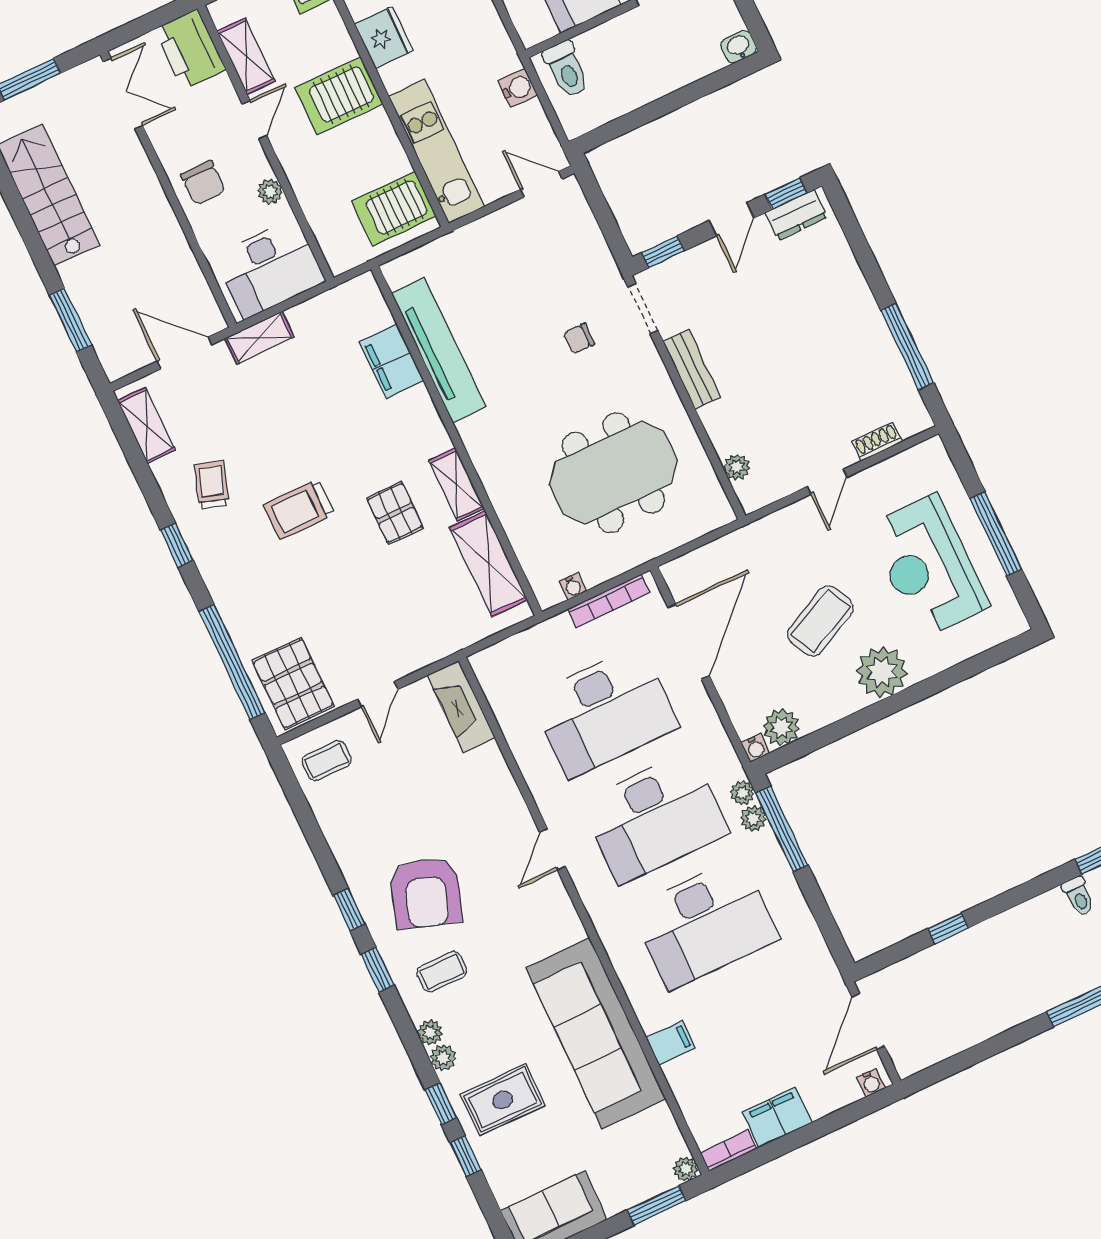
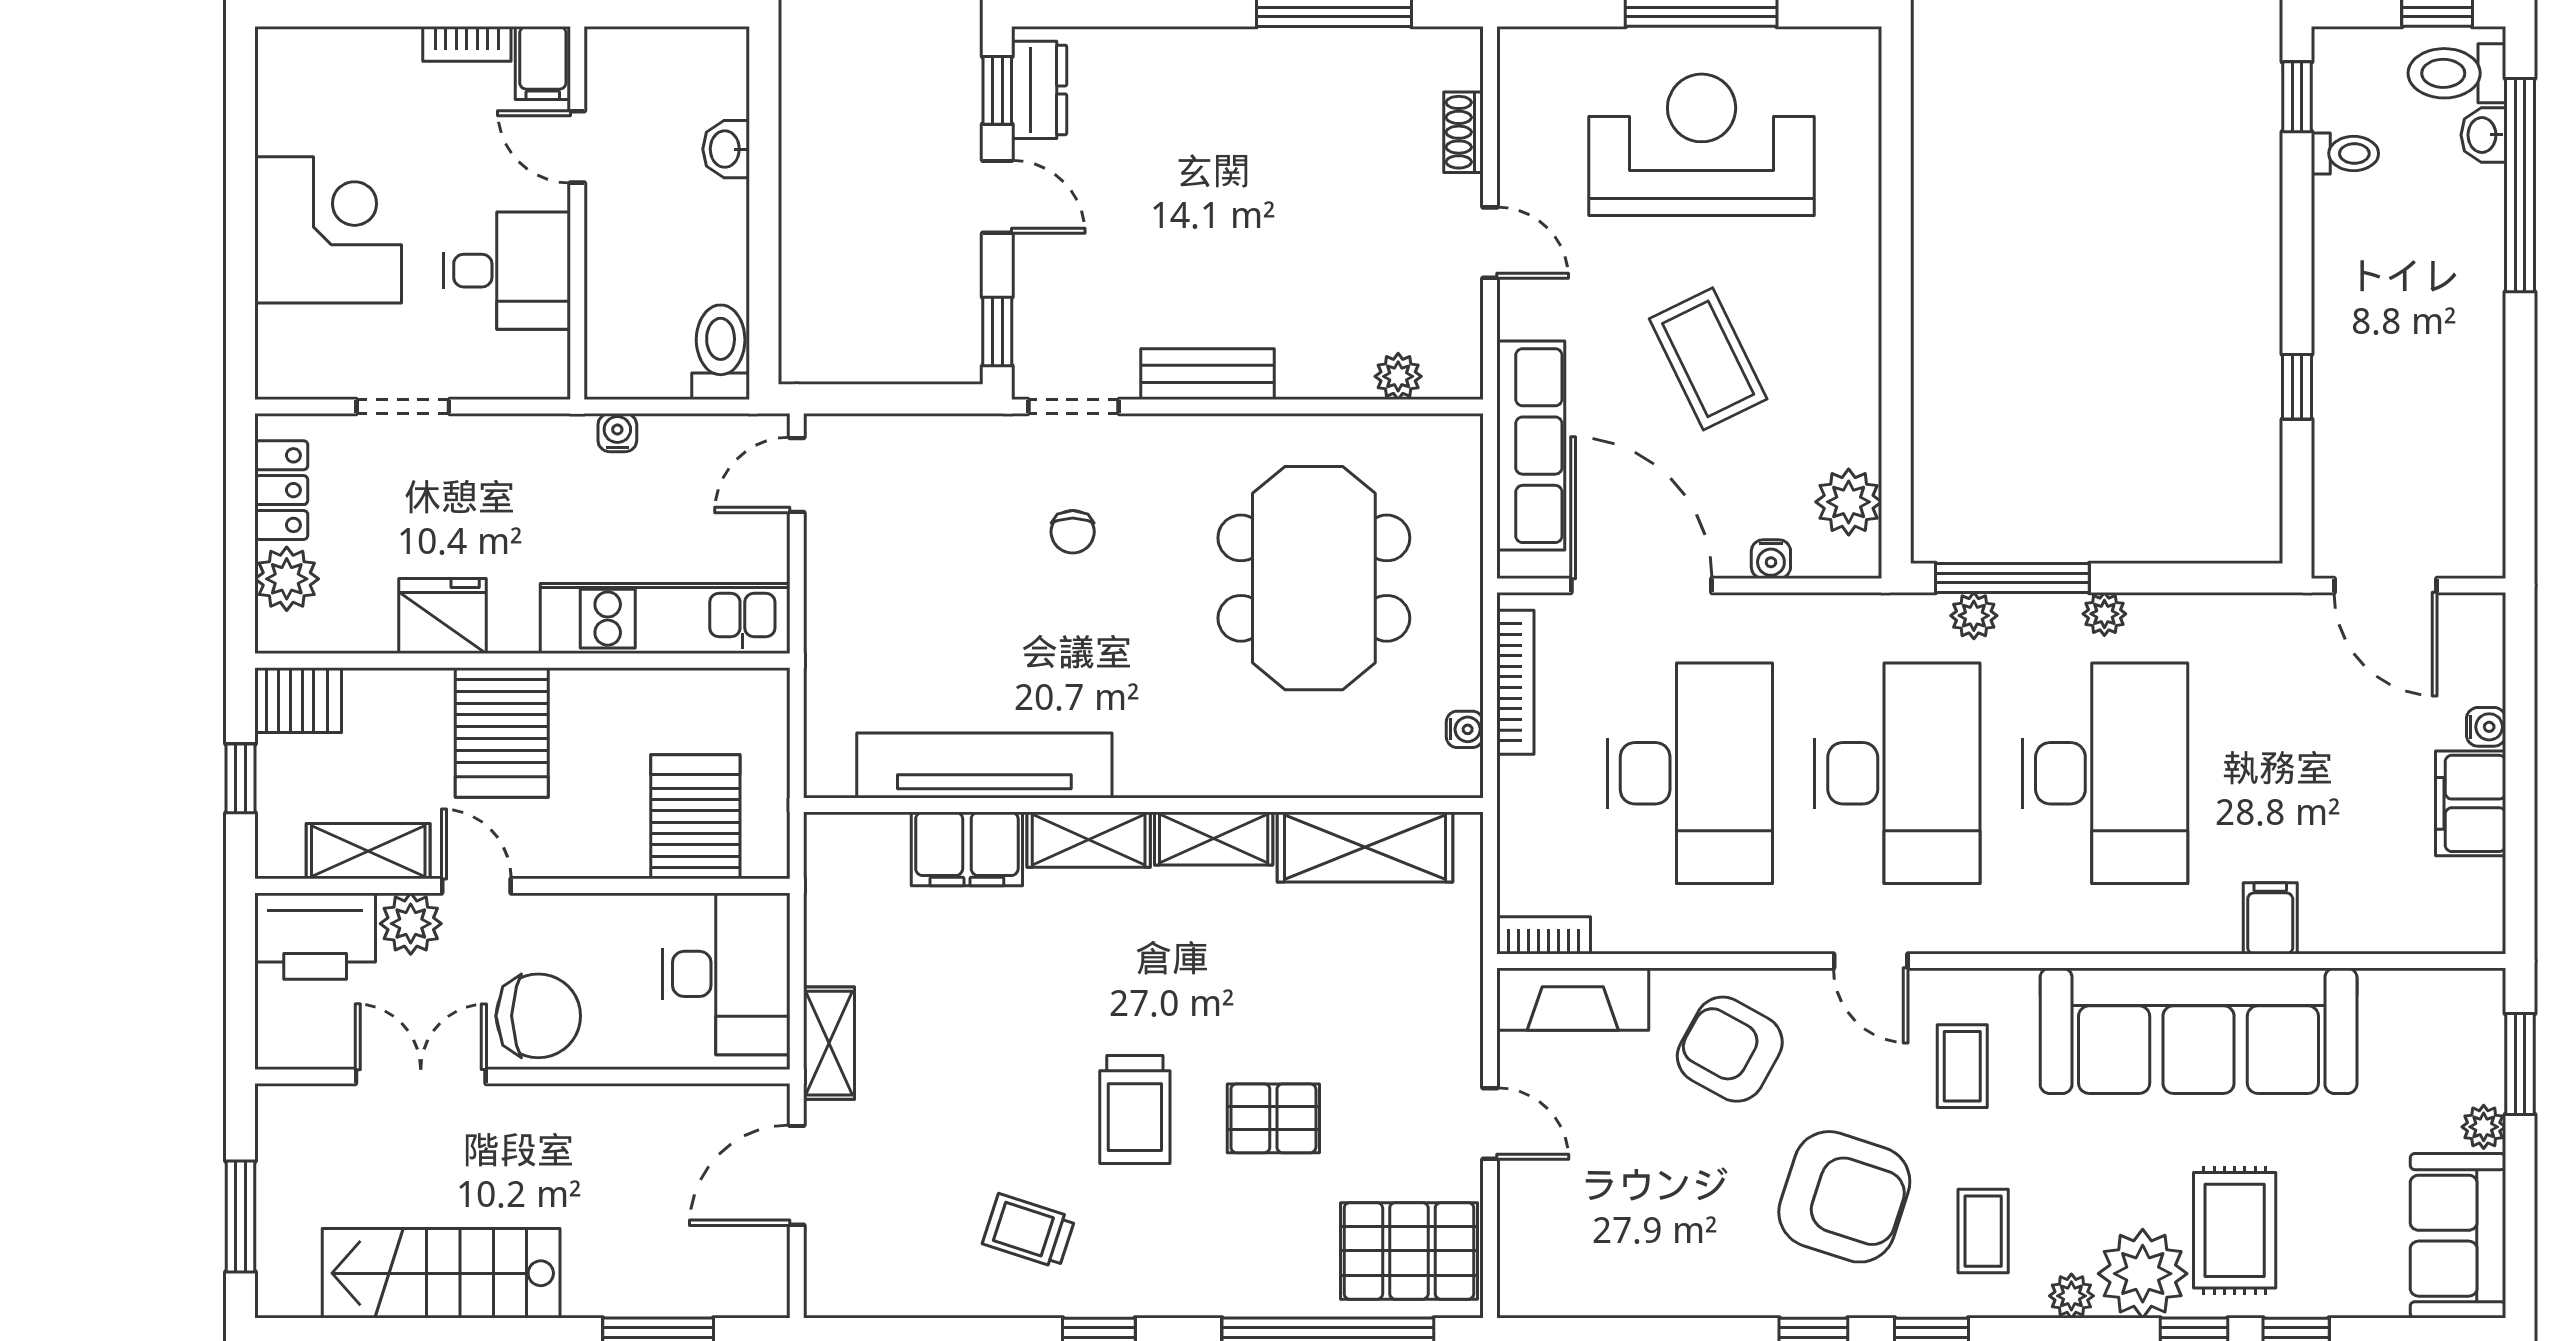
washbasin: (739, 47) -> (726, 149), moved
toilet: (566, 69) -> (721, 352), moved, turned -90
water cooler: (518, 88) -> (617, 433), width x0.72, depth x0.72
double door: (123, 94) -> (421, 1077), moved
chair: (203, 183) -> (538, 1016), width x1.37, depth x1.37
plant: (270, 192) -> (411, 924), moved, width x1.38, depth x1.38
server rack: (394, 209) -> (695, 817), moved, turned 180
shelving: (146, 425) -> (1089, 840), moved
pallet: (395, 513) -> (1273, 1118), moved
row of seats: (733, 551) -> (1531, 446), added
reception desk: (928, 566) -> (1702, 145), turned 180
plant: (882, 672) -> (1836, 299), removed
water cooler: (755, 748) -> (1771, 559), moved, turned 90
coffee table: (327, 761) -> (1962, 1066), moved
plant: (742, 793) -> (2104, 614), moved
armchair: (473, 799) -> (1730, 1049), added
plant: (443, 1058) -> (2143, 1274), width x1.88, depth x1.88
water cooler: (871, 1083) -> (2486, 727), moved
bookcase: (728, 1151) -> (1544, 935), moved, turned 90
plant: (686, 1169) -> (2484, 1127), moved

